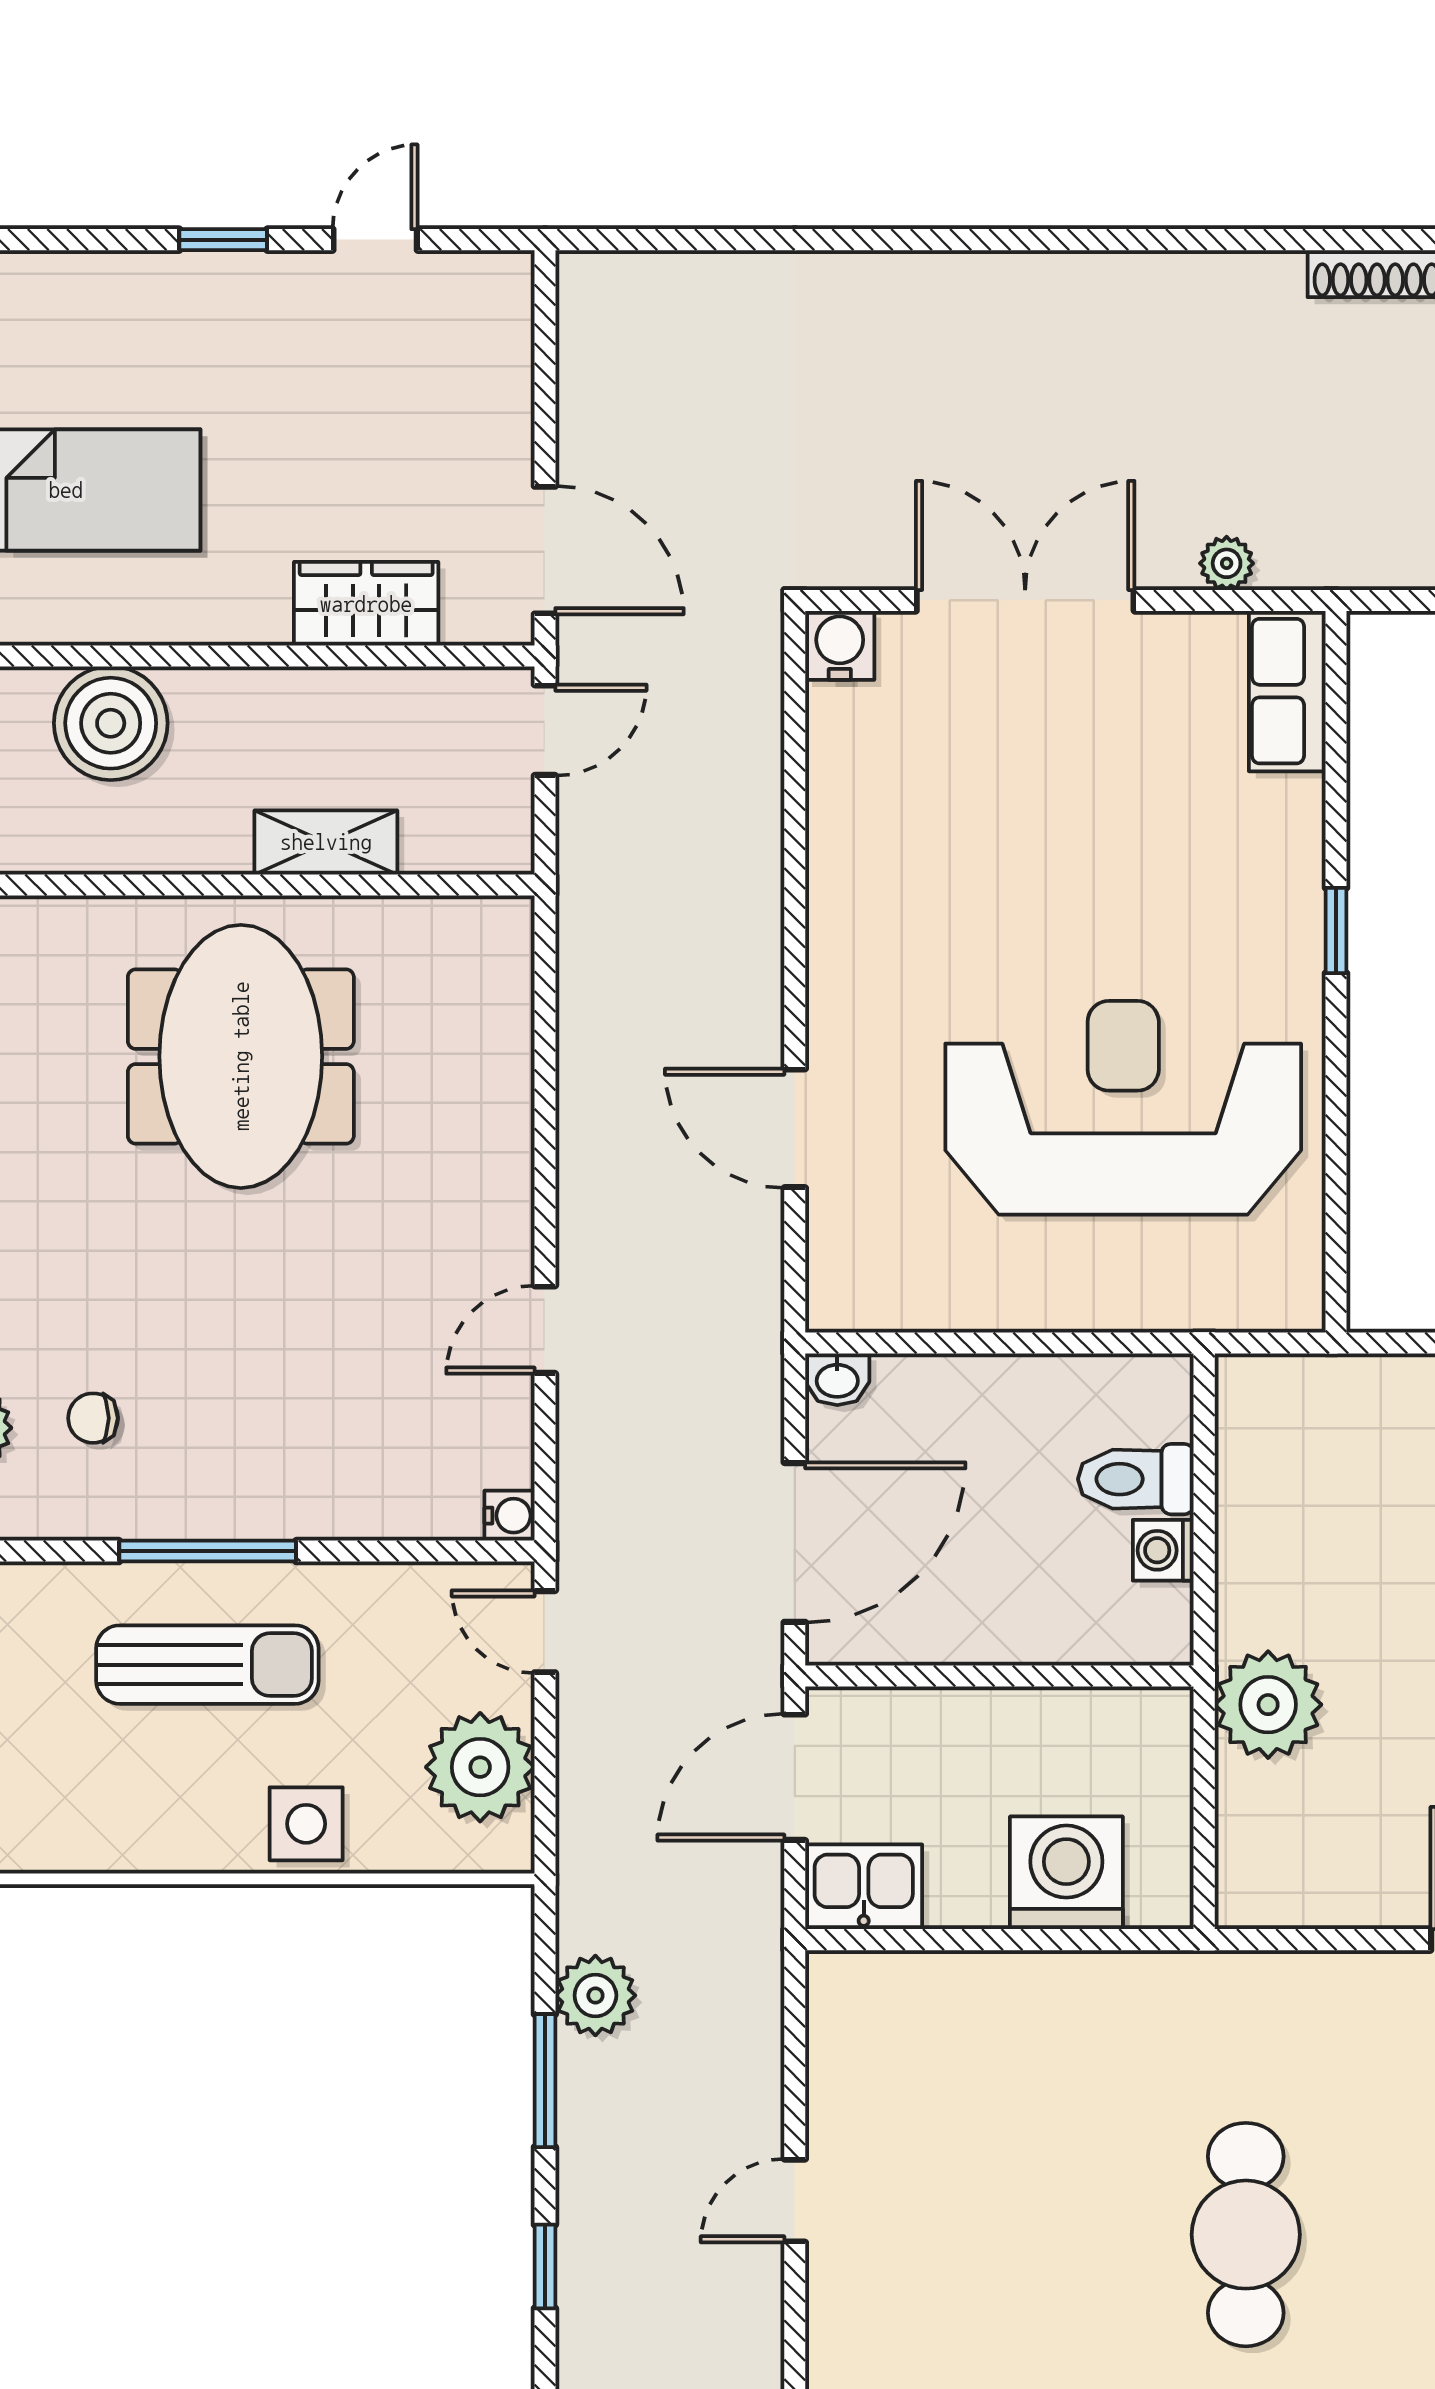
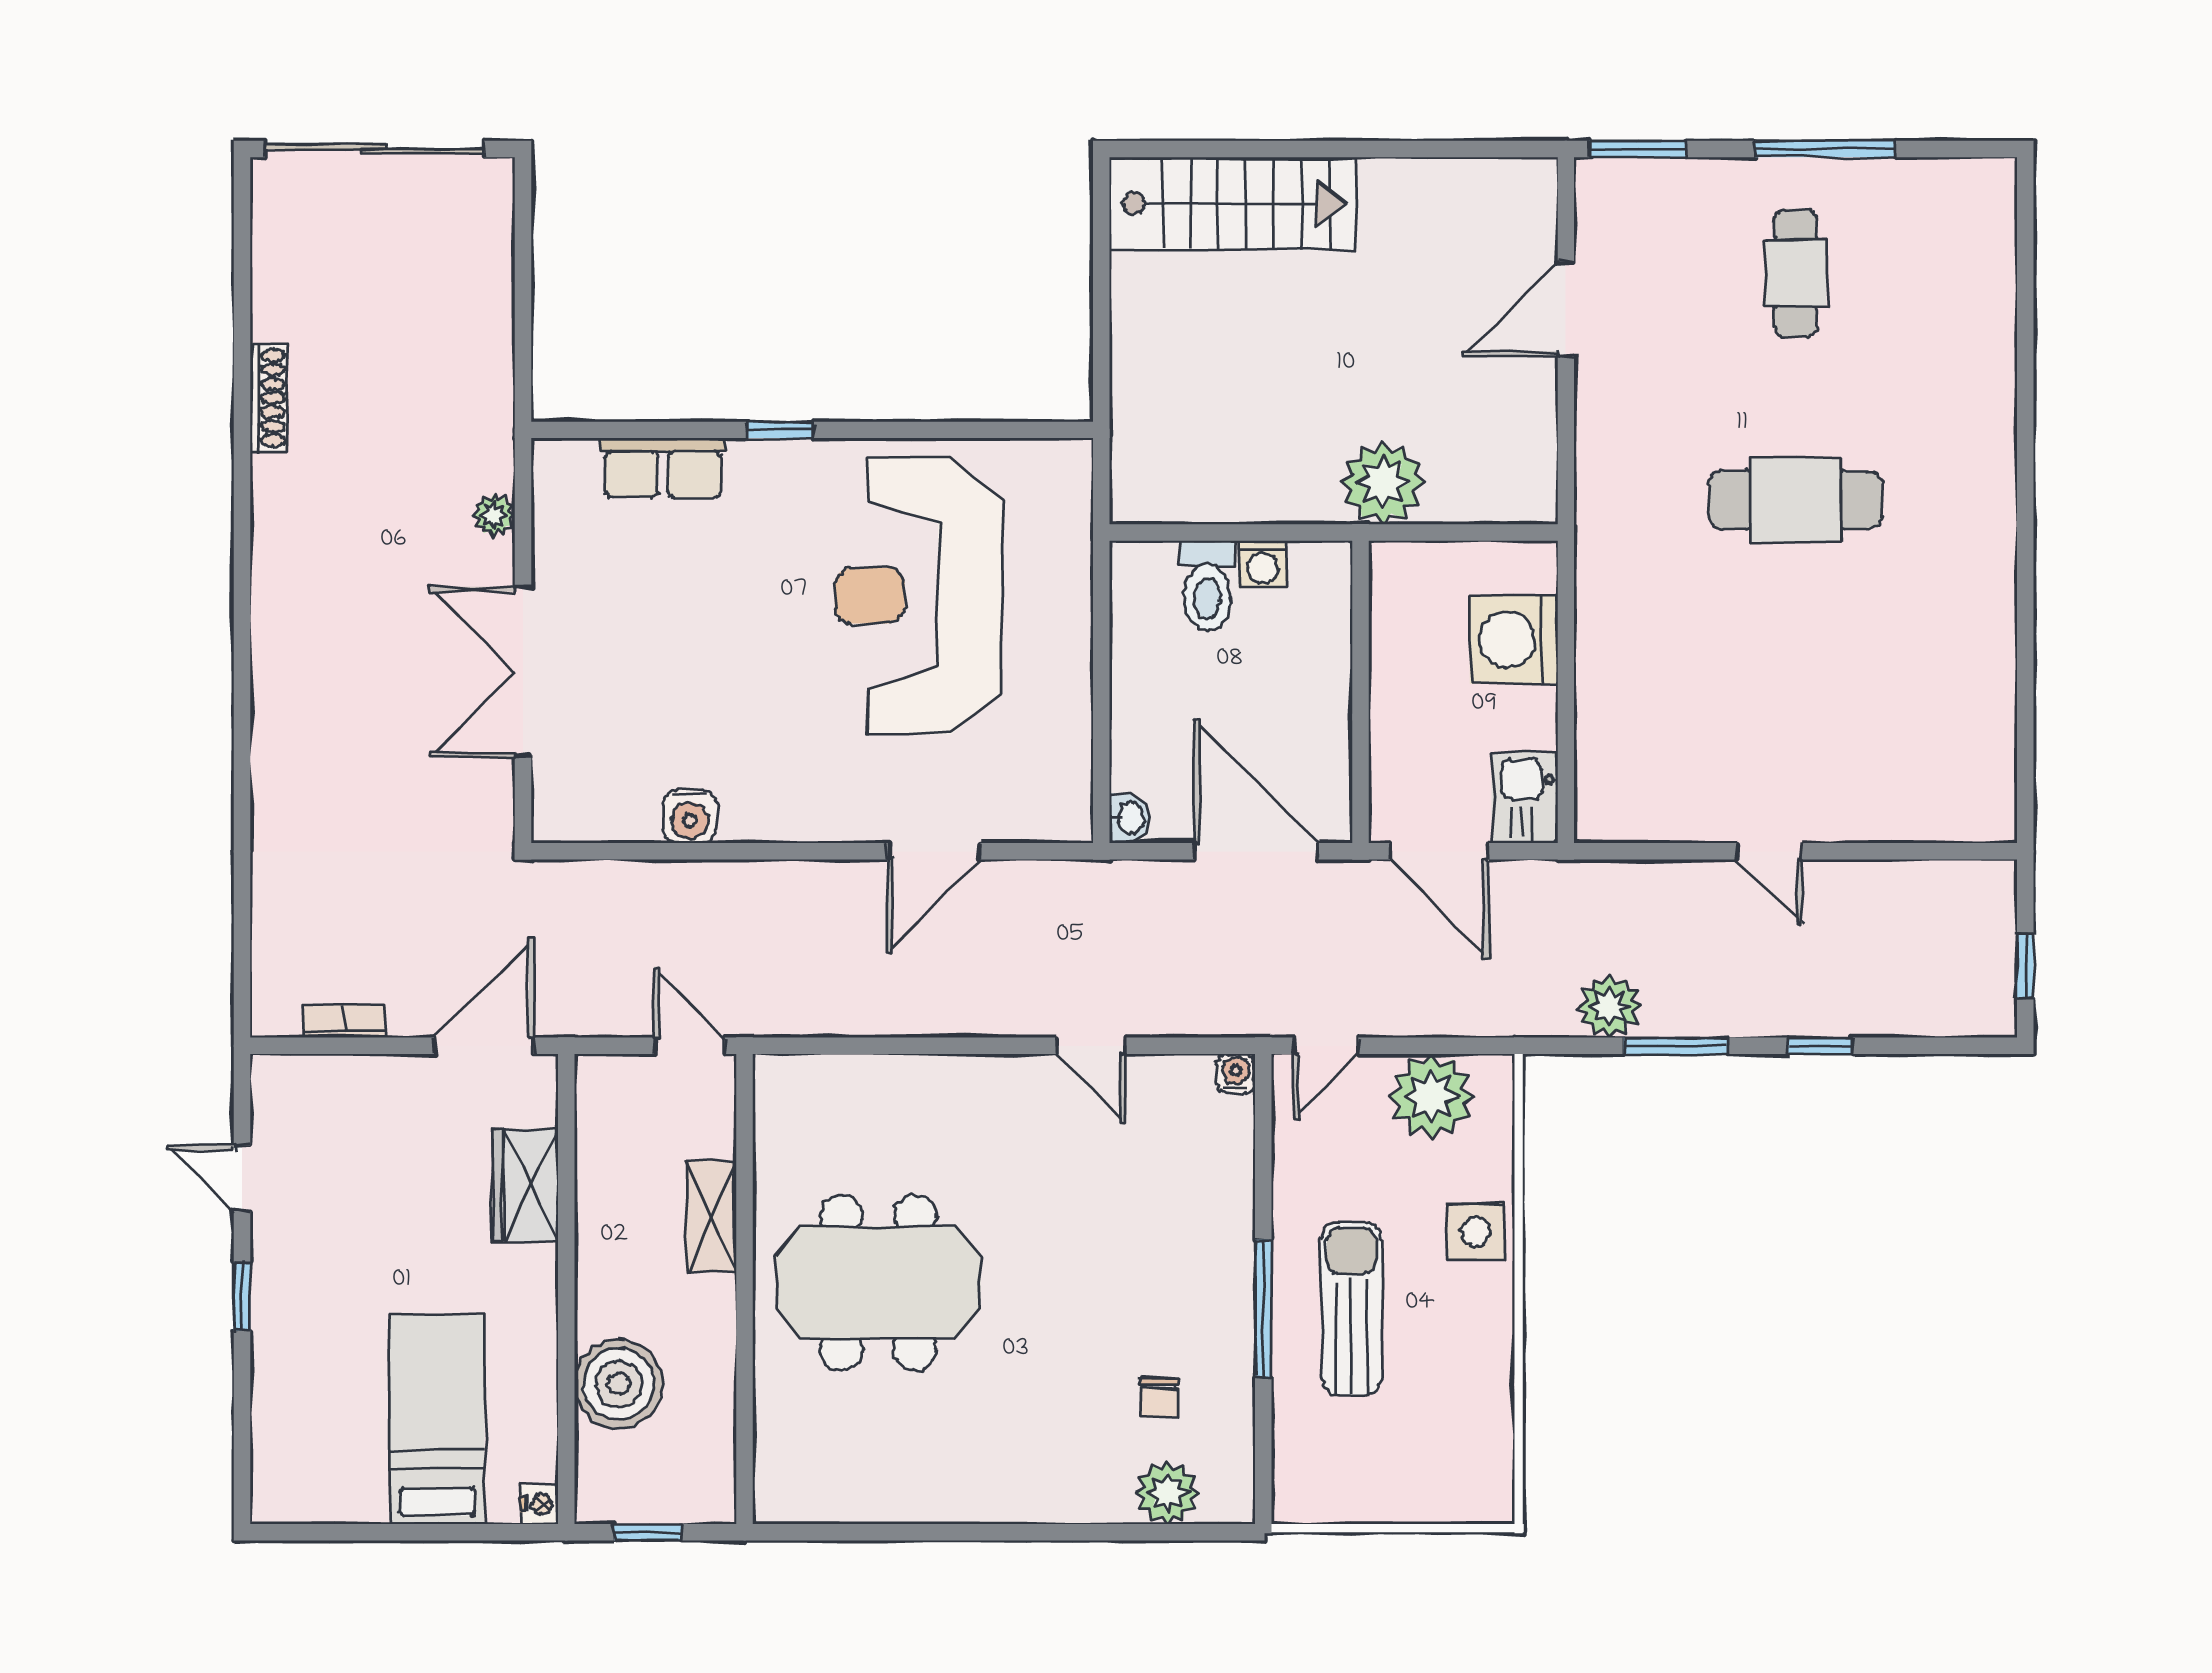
bookcase: (576, 371) -> (345, 1021), added
water cooler: (840, 645) -> (690, 816), moved, turned -90
row of seats: (1287, 691) -> (663, 468), moved
door: (545, 730) -> (689, 1046), moved

